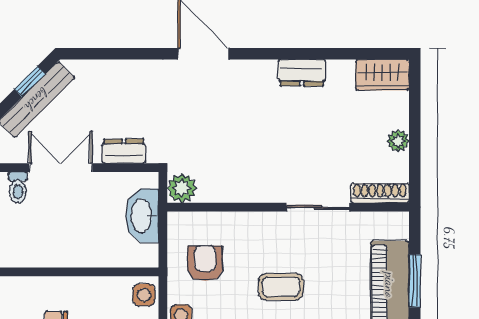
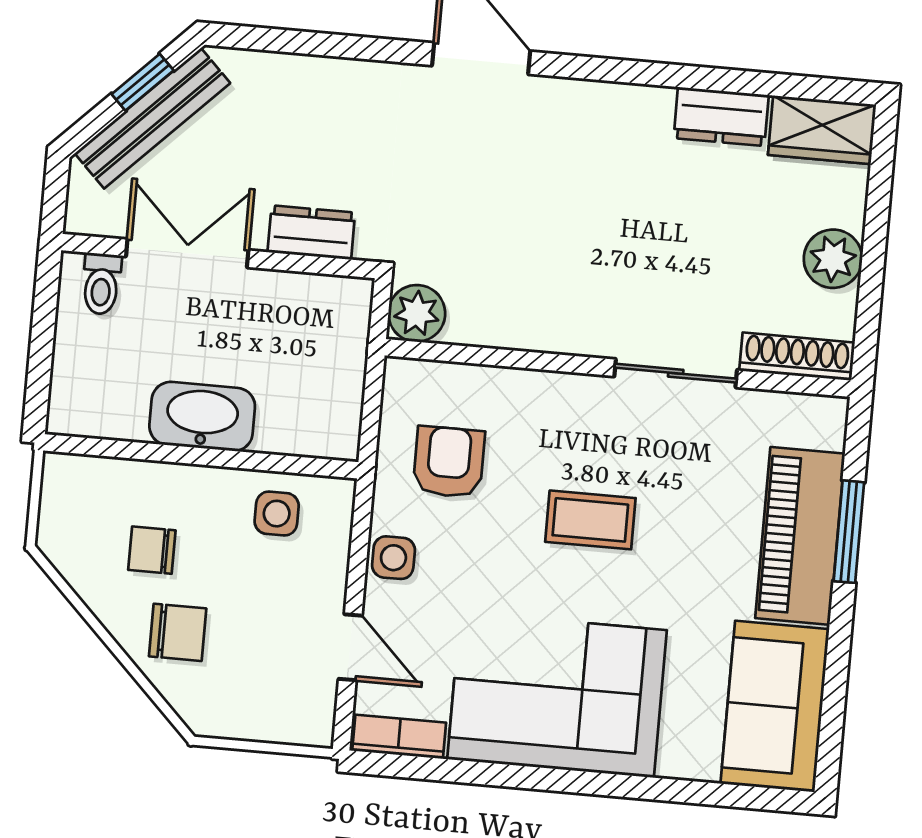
dresser: (302, 73) -> (721, 117), moved
plant: (398, 141) -> (833, 259), width x1.38, depth x1.38
washbasin: (142, 216) -> (202, 416), moved, turned 90
side table: (144, 295) -> (277, 514), moved

